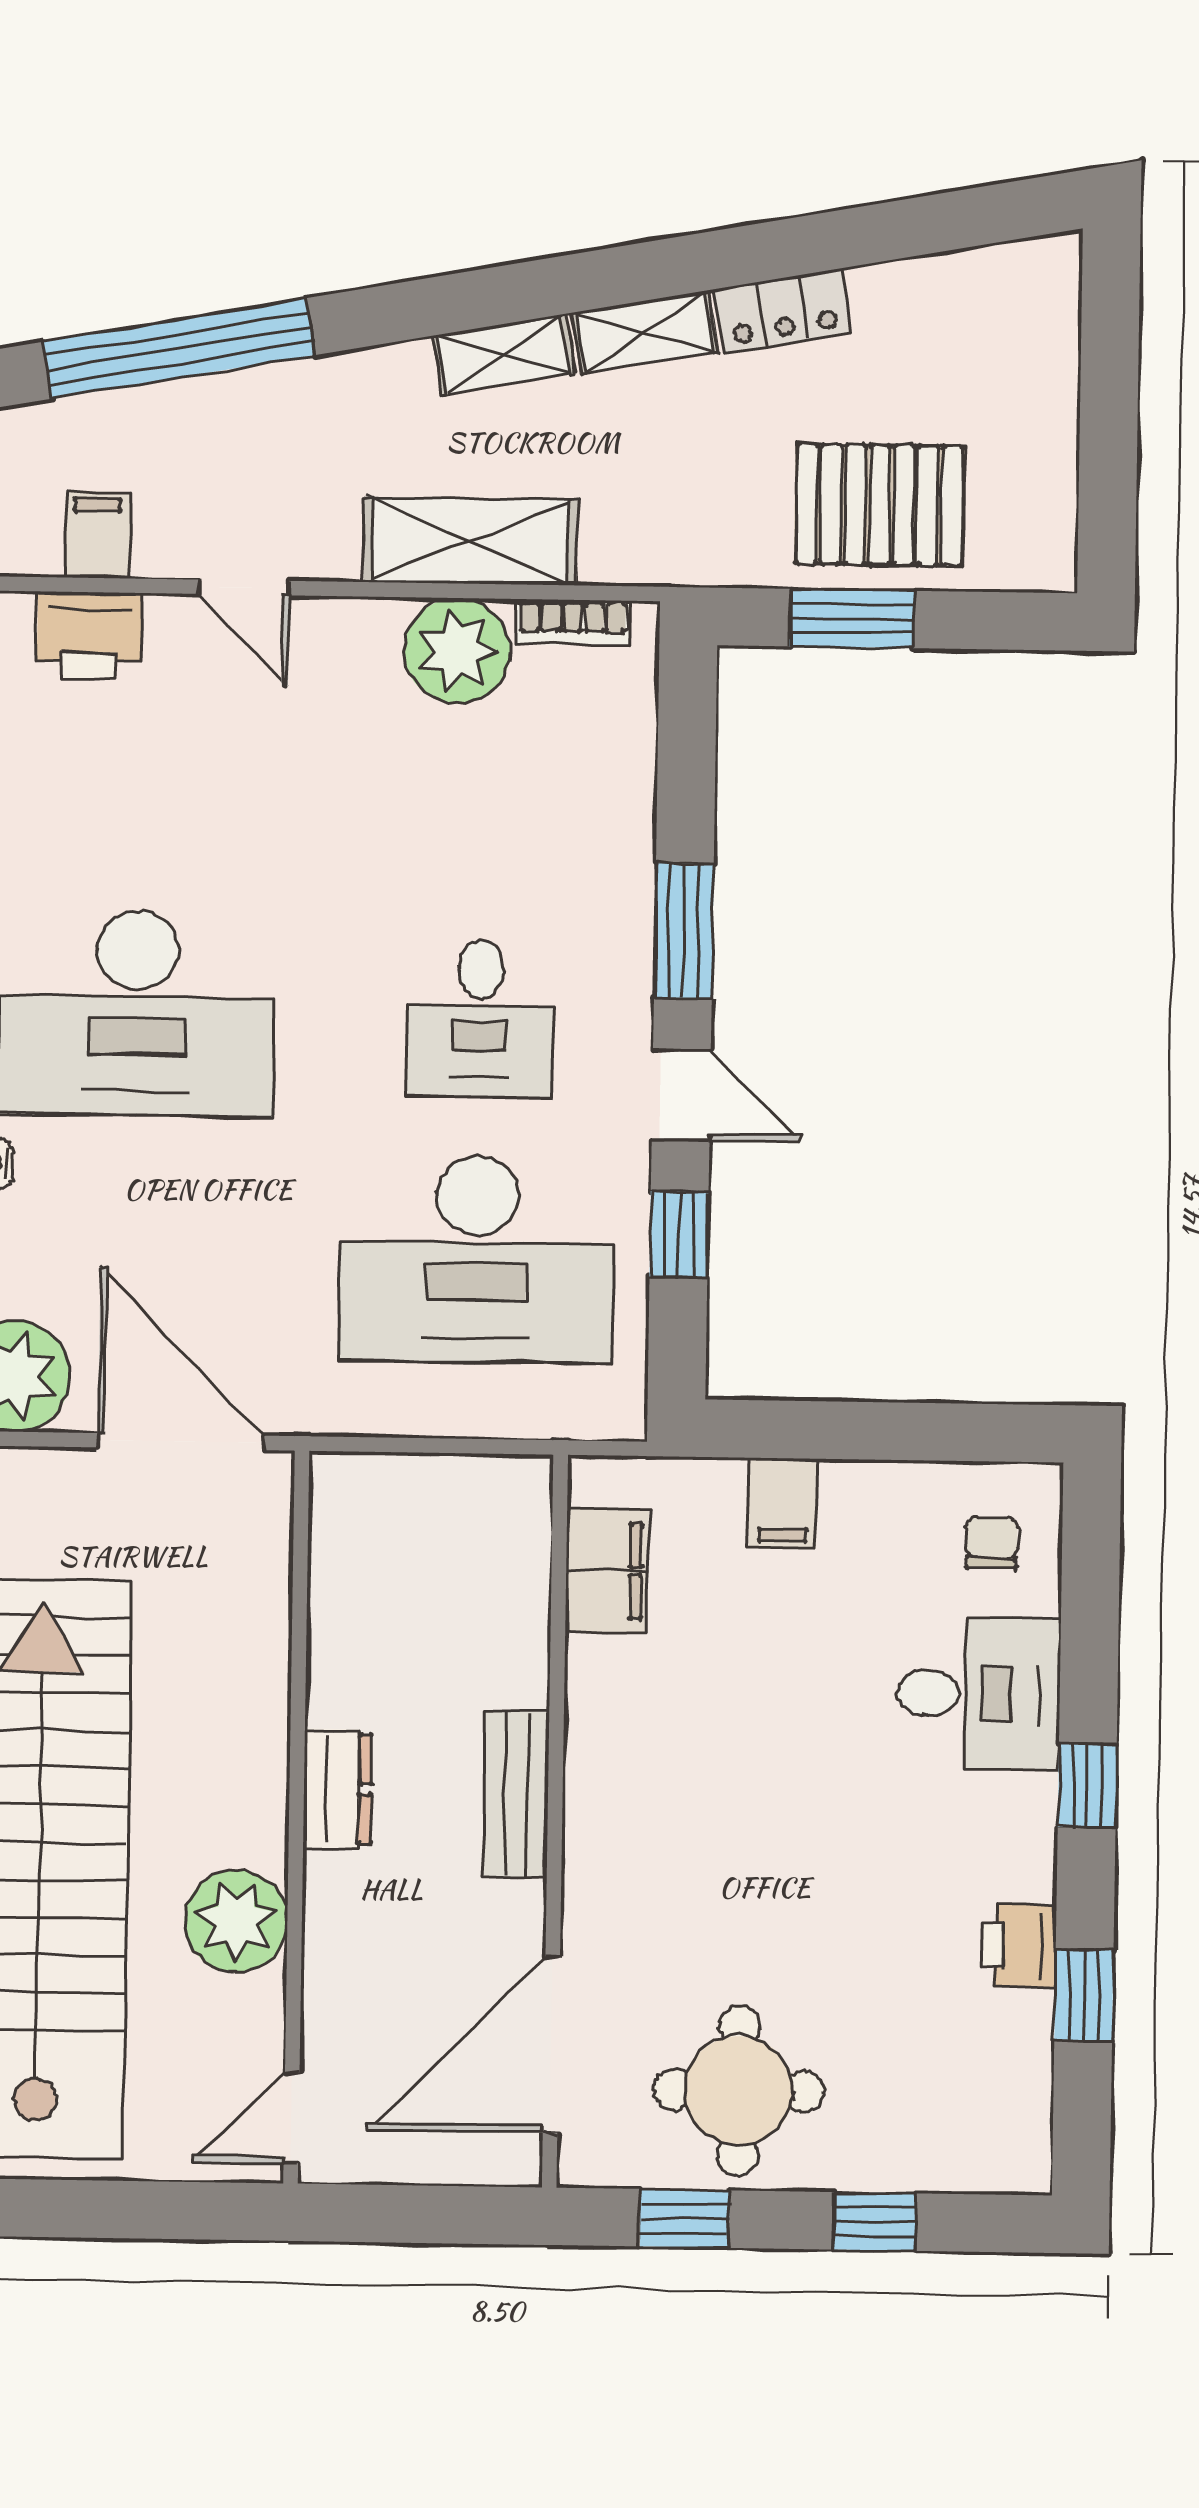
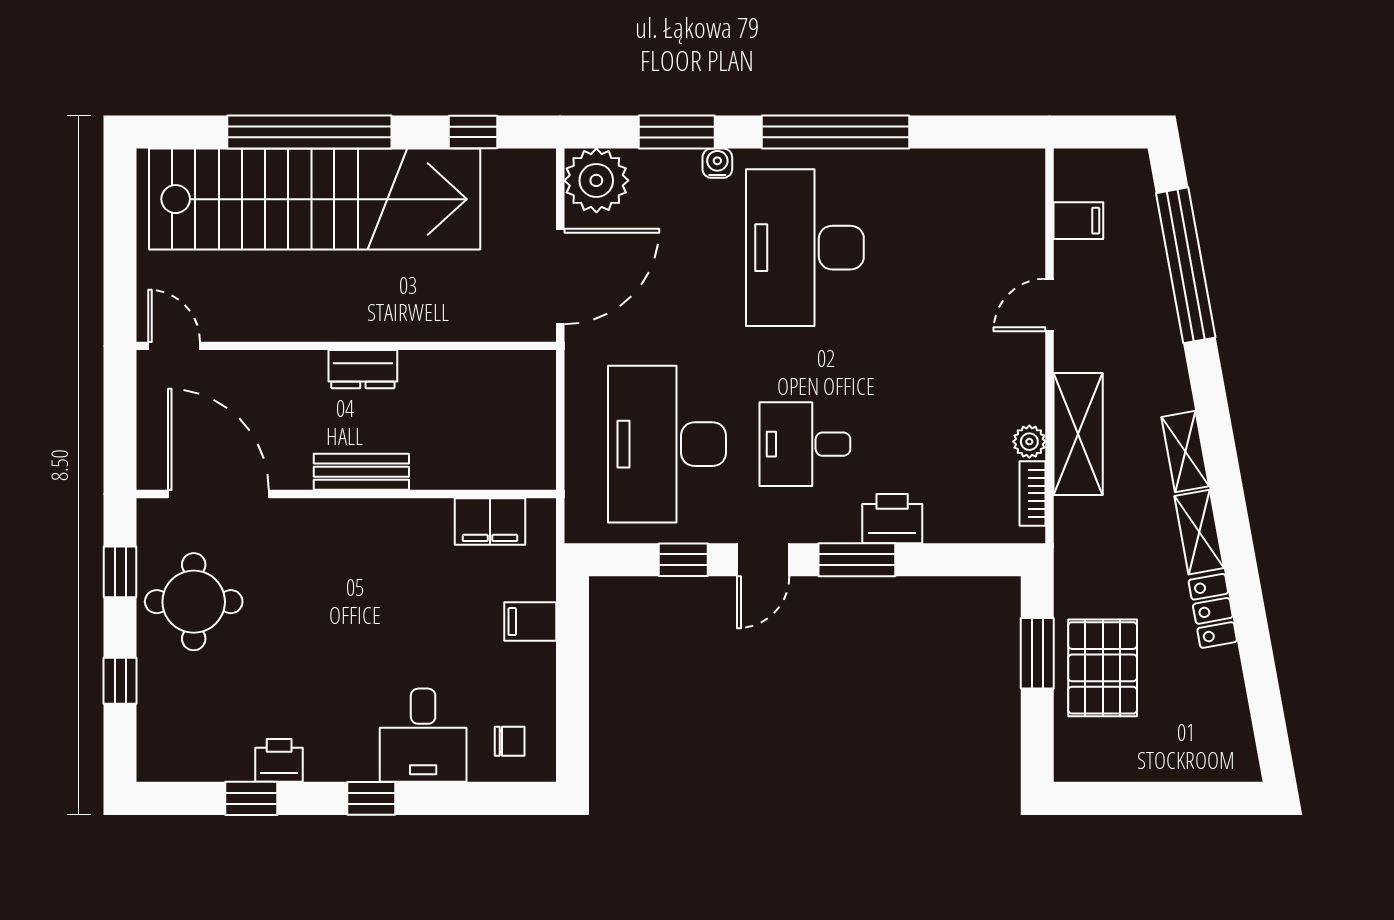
printer: (89, 635) -> (892, 519), moved, turned 90
plant: (457, 651) -> (1029, 442), width x0.53, depth x0.53
plant: (236, 1921) -> (286, 312), removed

